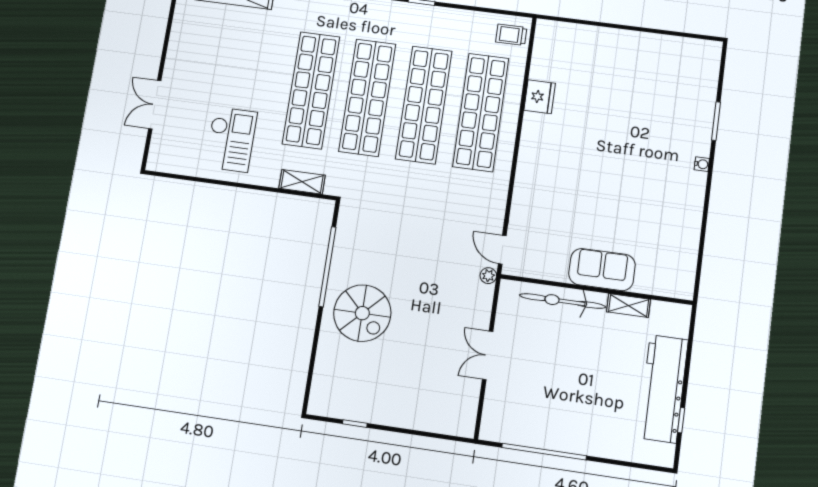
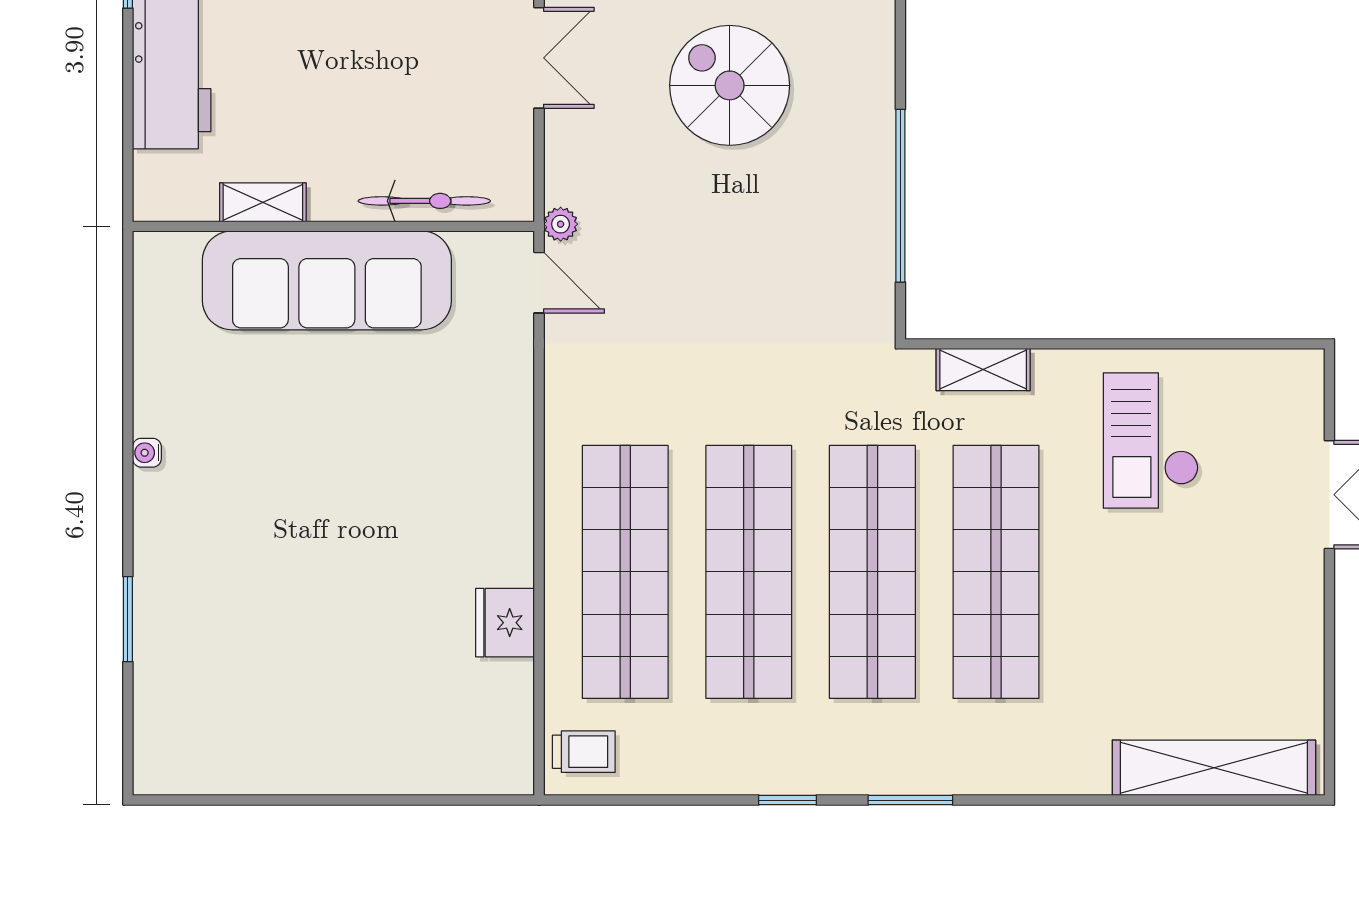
water cooler: (702, 164) -> (147, 453), moved
sofa: (602, 270) -> (327, 280), width x1.85, depth x1.27
bicycle: (562, 301) -> (424, 201), width x0.73, depth x0.71
spiral stairs: (362, 313) -> (730, 85), moved

